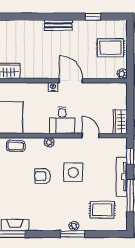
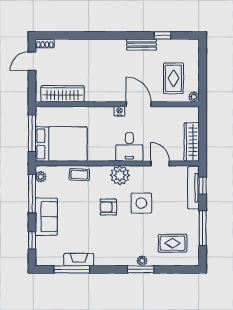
bench: (58, 25) -> (141, 45), moved
rug: (111, 48) -> (173, 78), moved, turned 90
wardrobe: (120, 122) -> (192, 142), width x1.50
plant: (49, 142) -> (120, 175), width x1.88, depth x1.88
tv unit: (122, 177) -> (193, 188), moved

